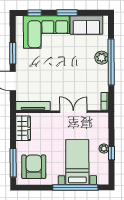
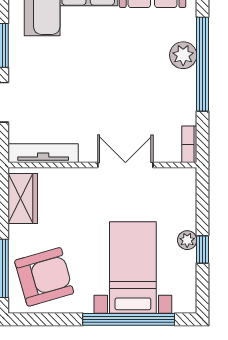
armchair: (34, 167) -> (44, 277), turned 74

